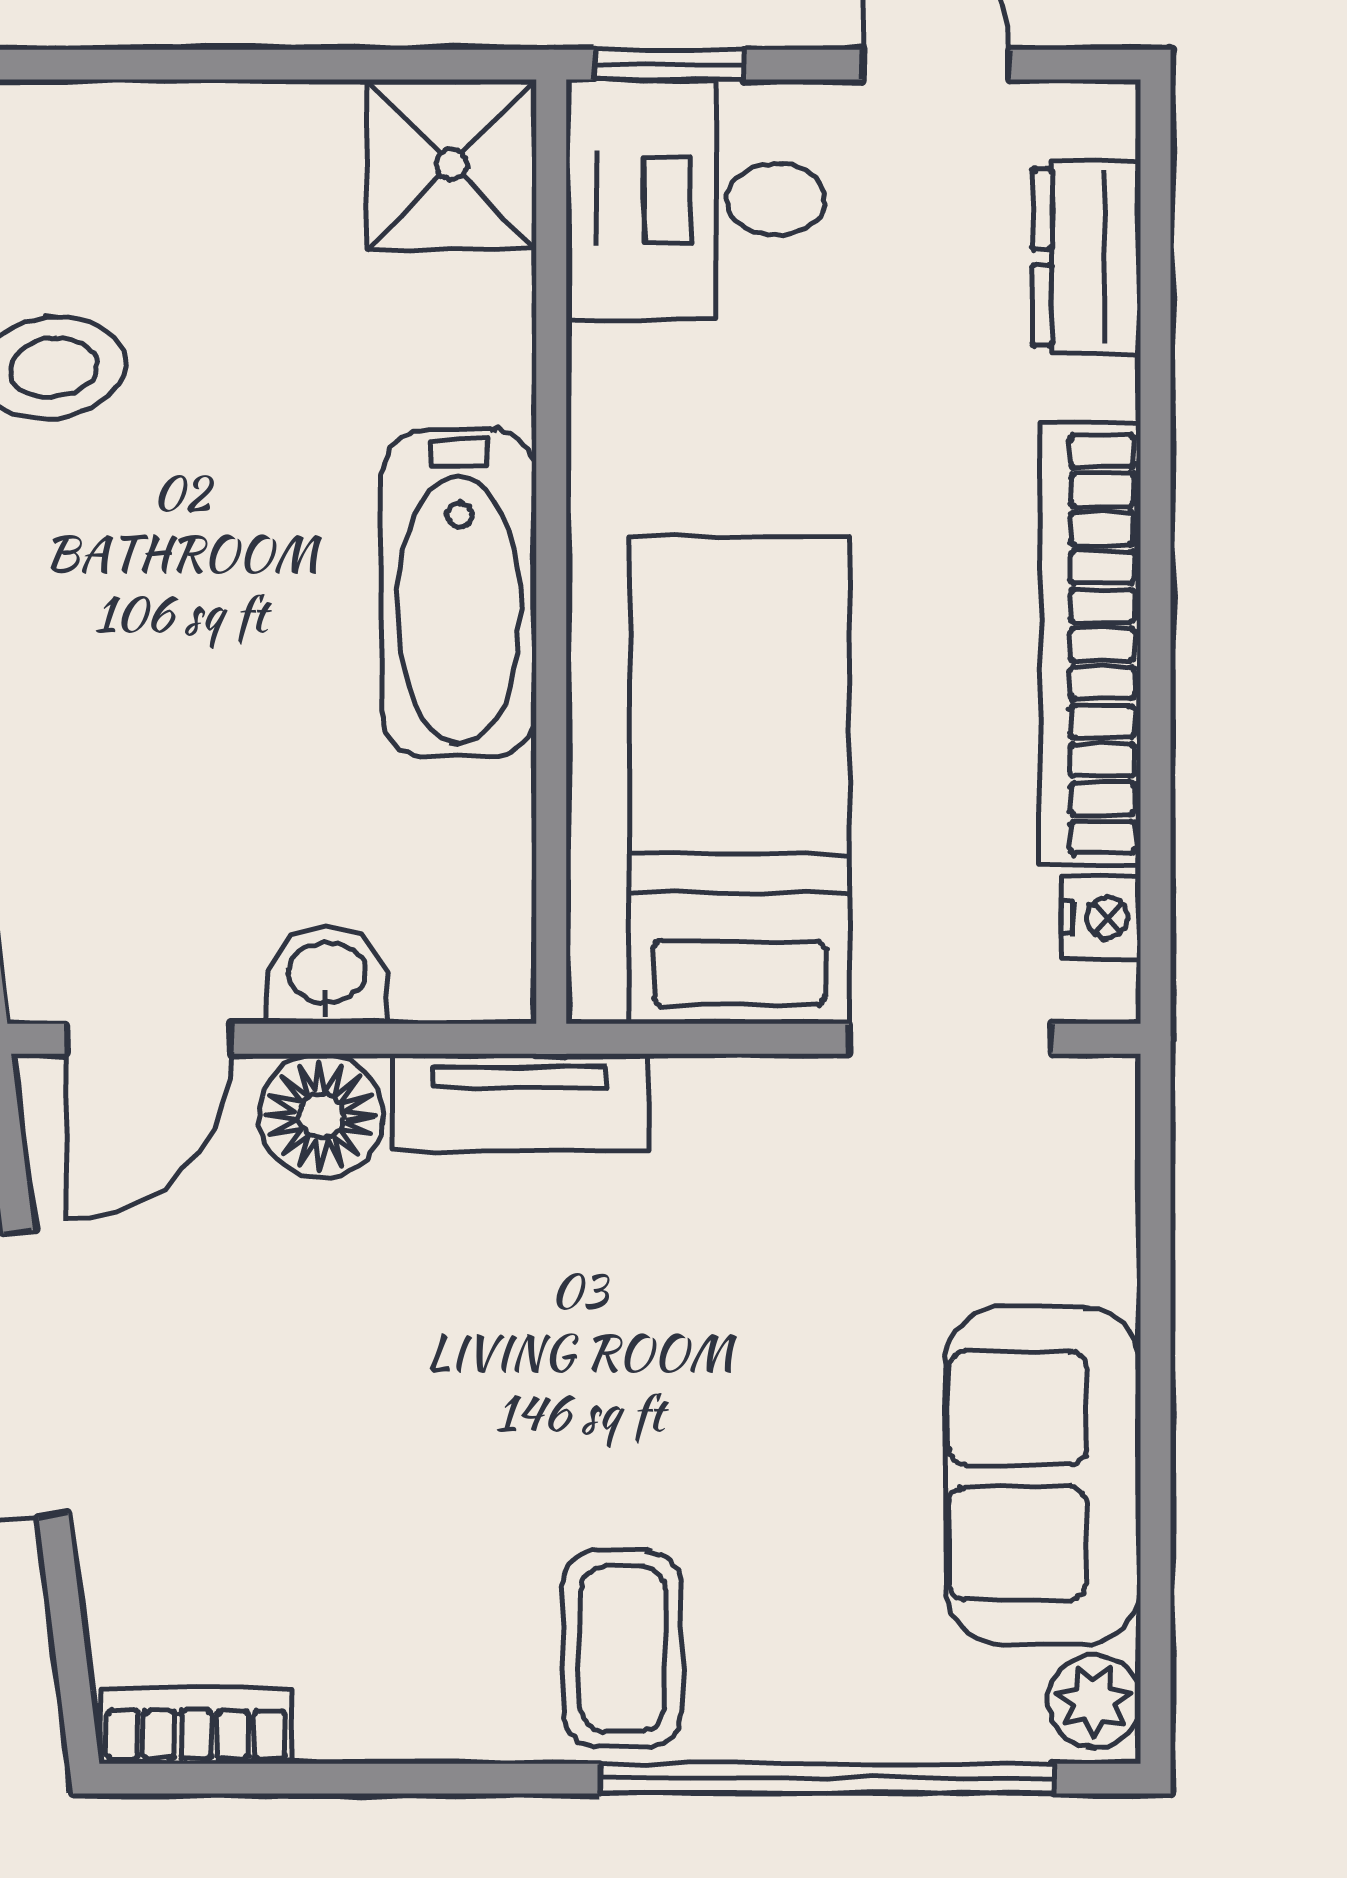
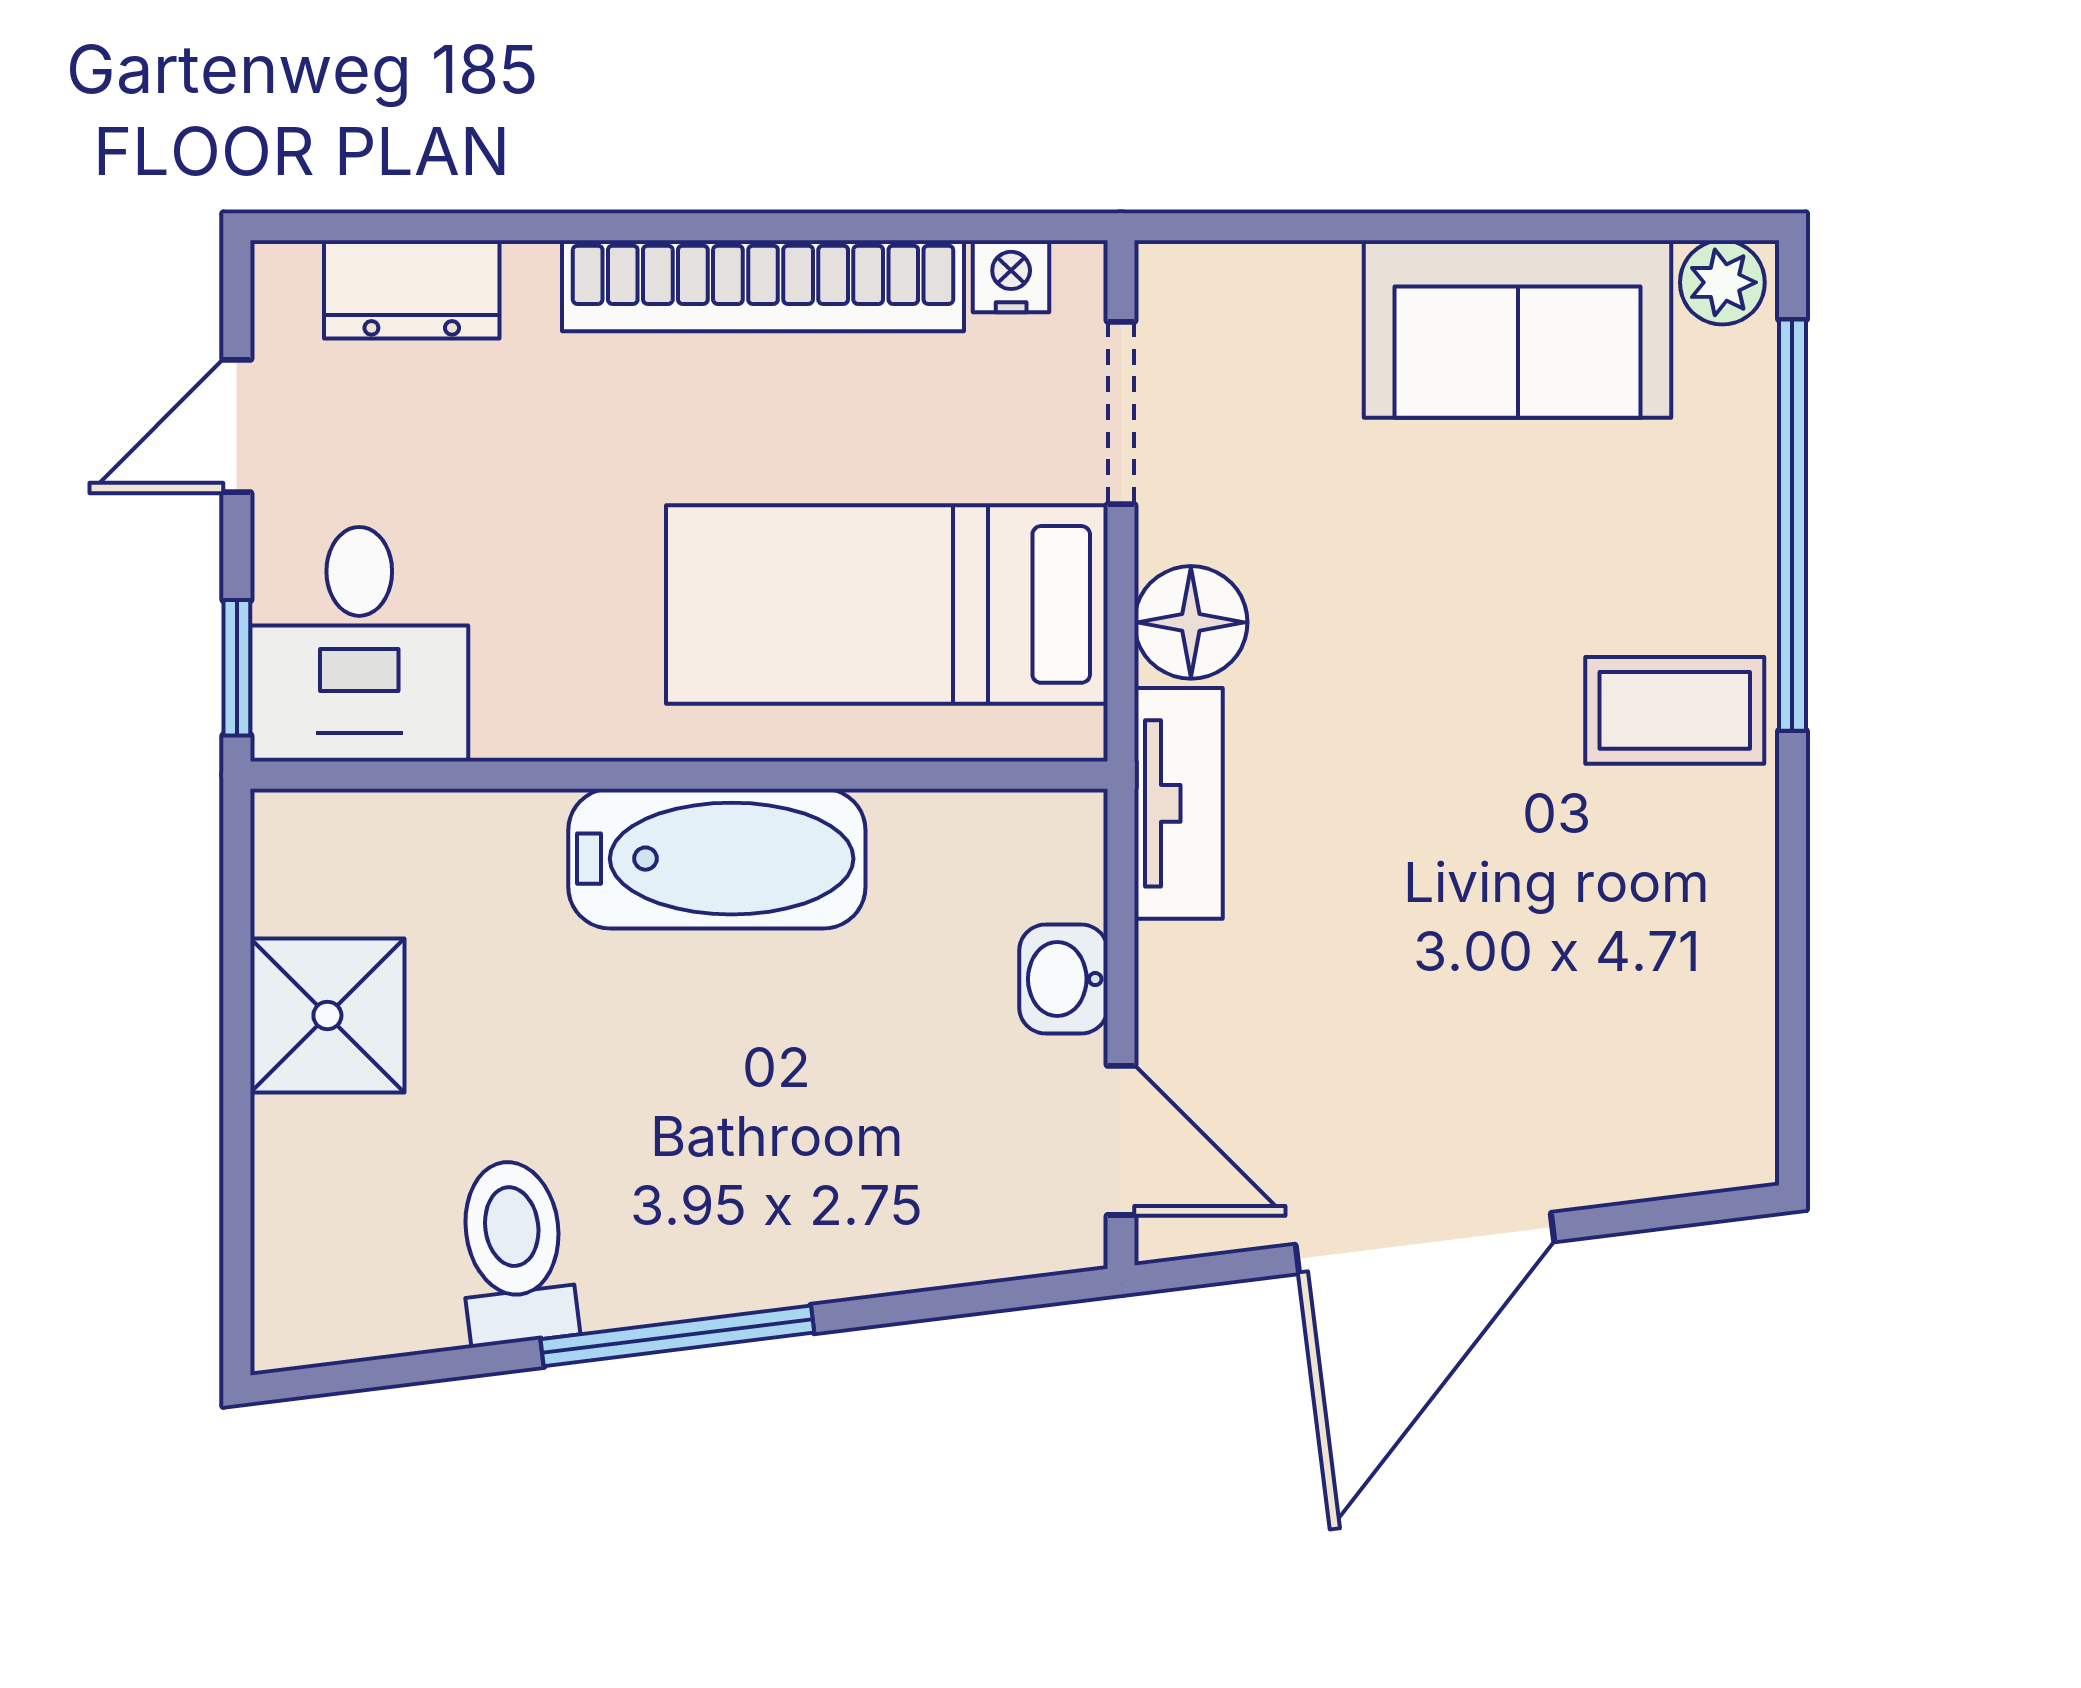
shower: (452, 164) -> (327, 1015), moved
floor lamp: (321, 1116) -> (1191, 622), moved
bookcase: (196, 1726) -> (1744, 1097), removed

